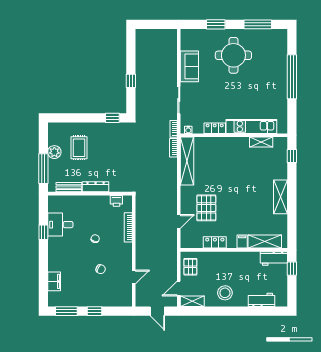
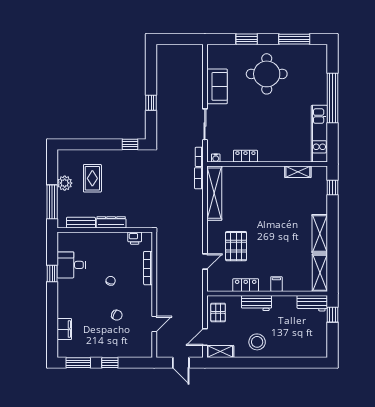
kitchen unit: (251, 126) -> (319, 134), moved, turned -90
shelving: (265, 242) -> (320, 273), moved, turned 90
workbench: (261, 300) -> (257, 303), moved, turned 180

